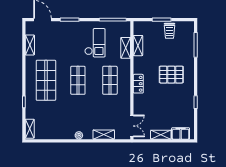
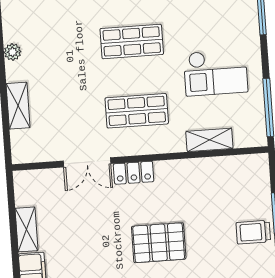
shelving: (138, 46) -> (216, 166), removed
pallet: (171, 75) -> (159, 243), turned 90
double door: (132, 126) -> (87, 162), moved

